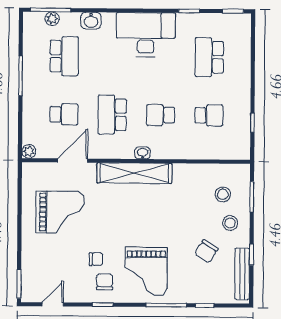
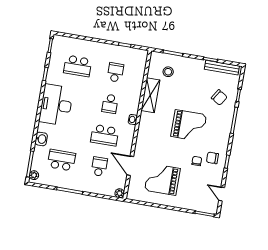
plant: (52, 19) -> (34, 175), moved
shelving: (134, 173) -> (150, 95), moved, width x0.68
grand piano: (60, 212) -> (162, 179), turned -90
stool: (230, 223) -> (188, 70), removed
chair: (206, 251) -> (219, 97), moved
grand piano: (146, 271) -> (189, 126), moved

